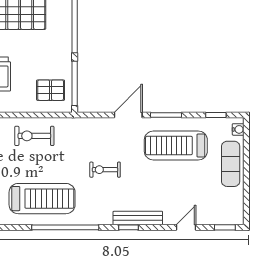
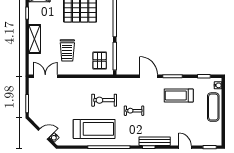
pallet: (51, 90) -> (100, 60), turned 90
door: (128, 115) -> (149, 76), hinge flipped
exercise bike: (34, 136) -> (104, 100), moved
treadmill: (176, 146) -> (179, 95), width x0.73, depth x0.73
door: (186, 227) -> (185, 147), hinge flipped

